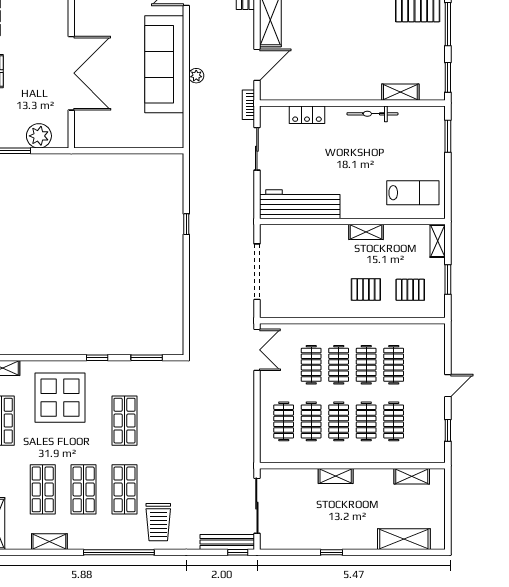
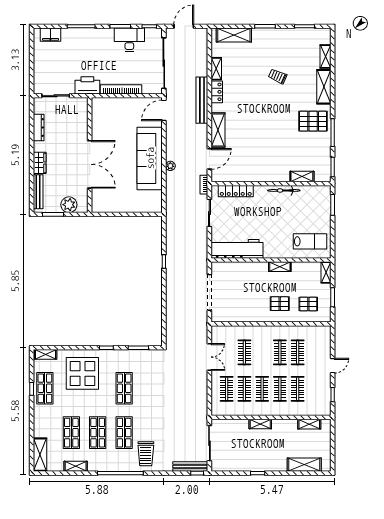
locker: (307, 115) -> (236, 191), width x1.53
double door: (257, 350) -> (209, 357), moved
clothes rail: (339, 365) -> (262, 352), removed

